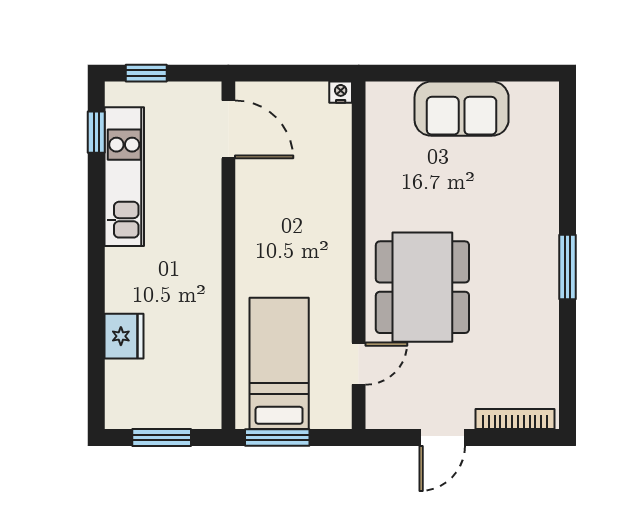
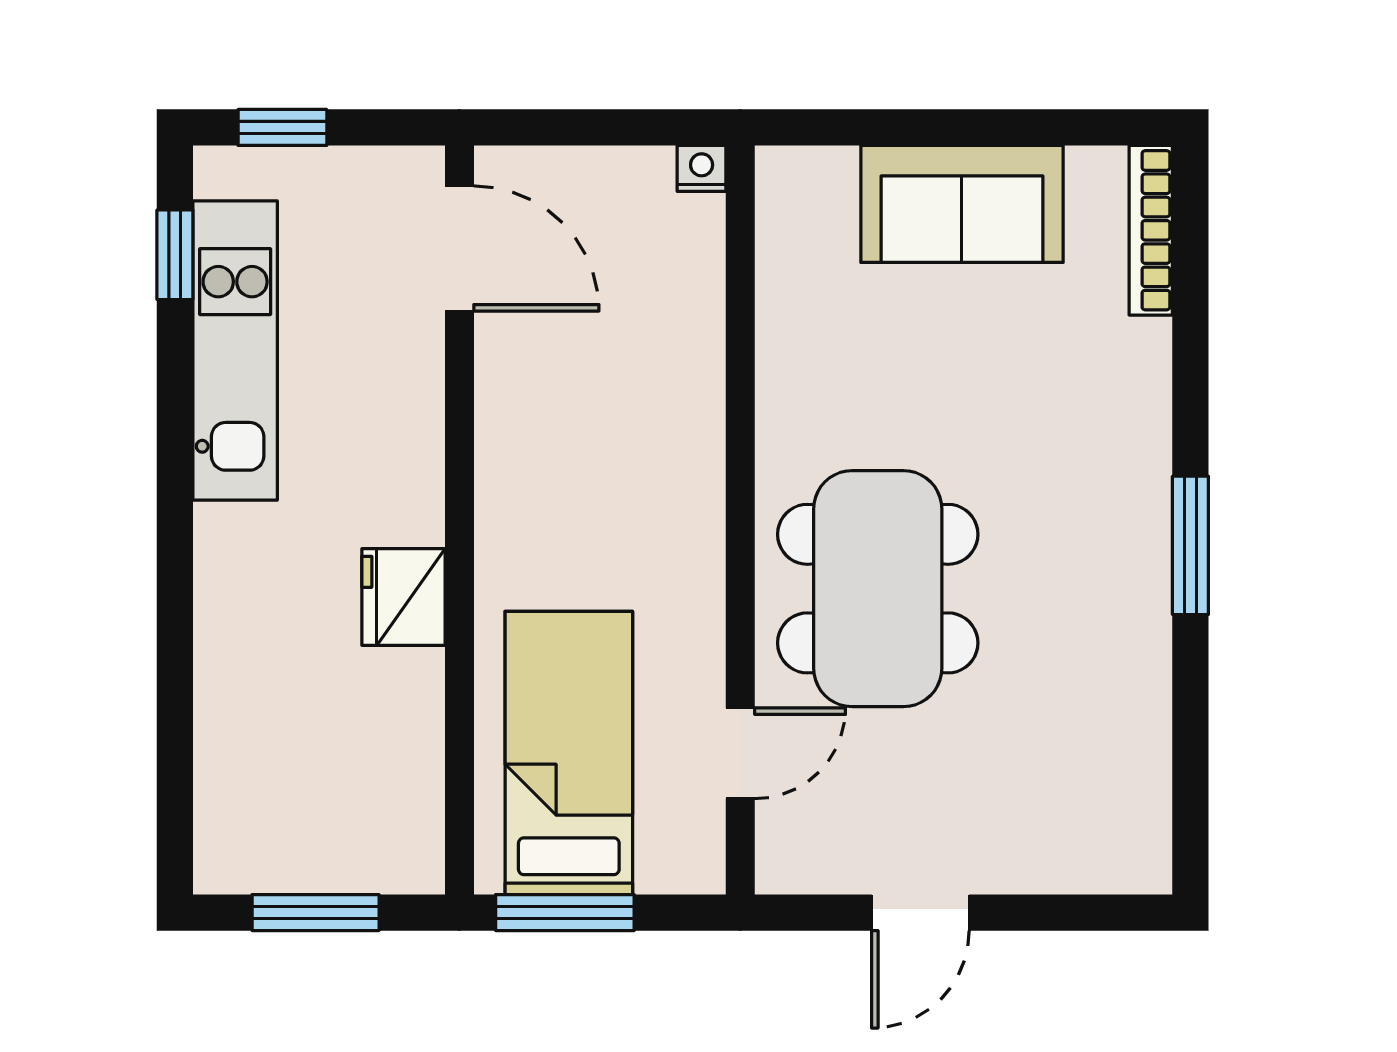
fridge: (124, 336) -> (403, 597), moved, turned 180
bookcase: (515, 419) -> (1151, 230), moved, turned -90

